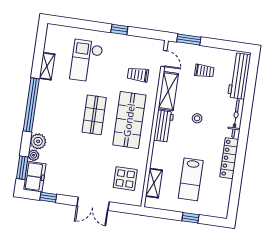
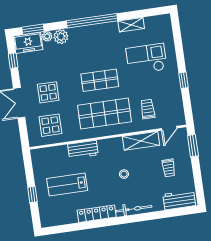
workbench: (239, 76) -> (179, 200), width x0.73
workbench: (164, 126) -> (83, 150), moved
display table: (91, 171) -> (48, 92), added
shelving: (154, 183) -> (54, 152), removed

